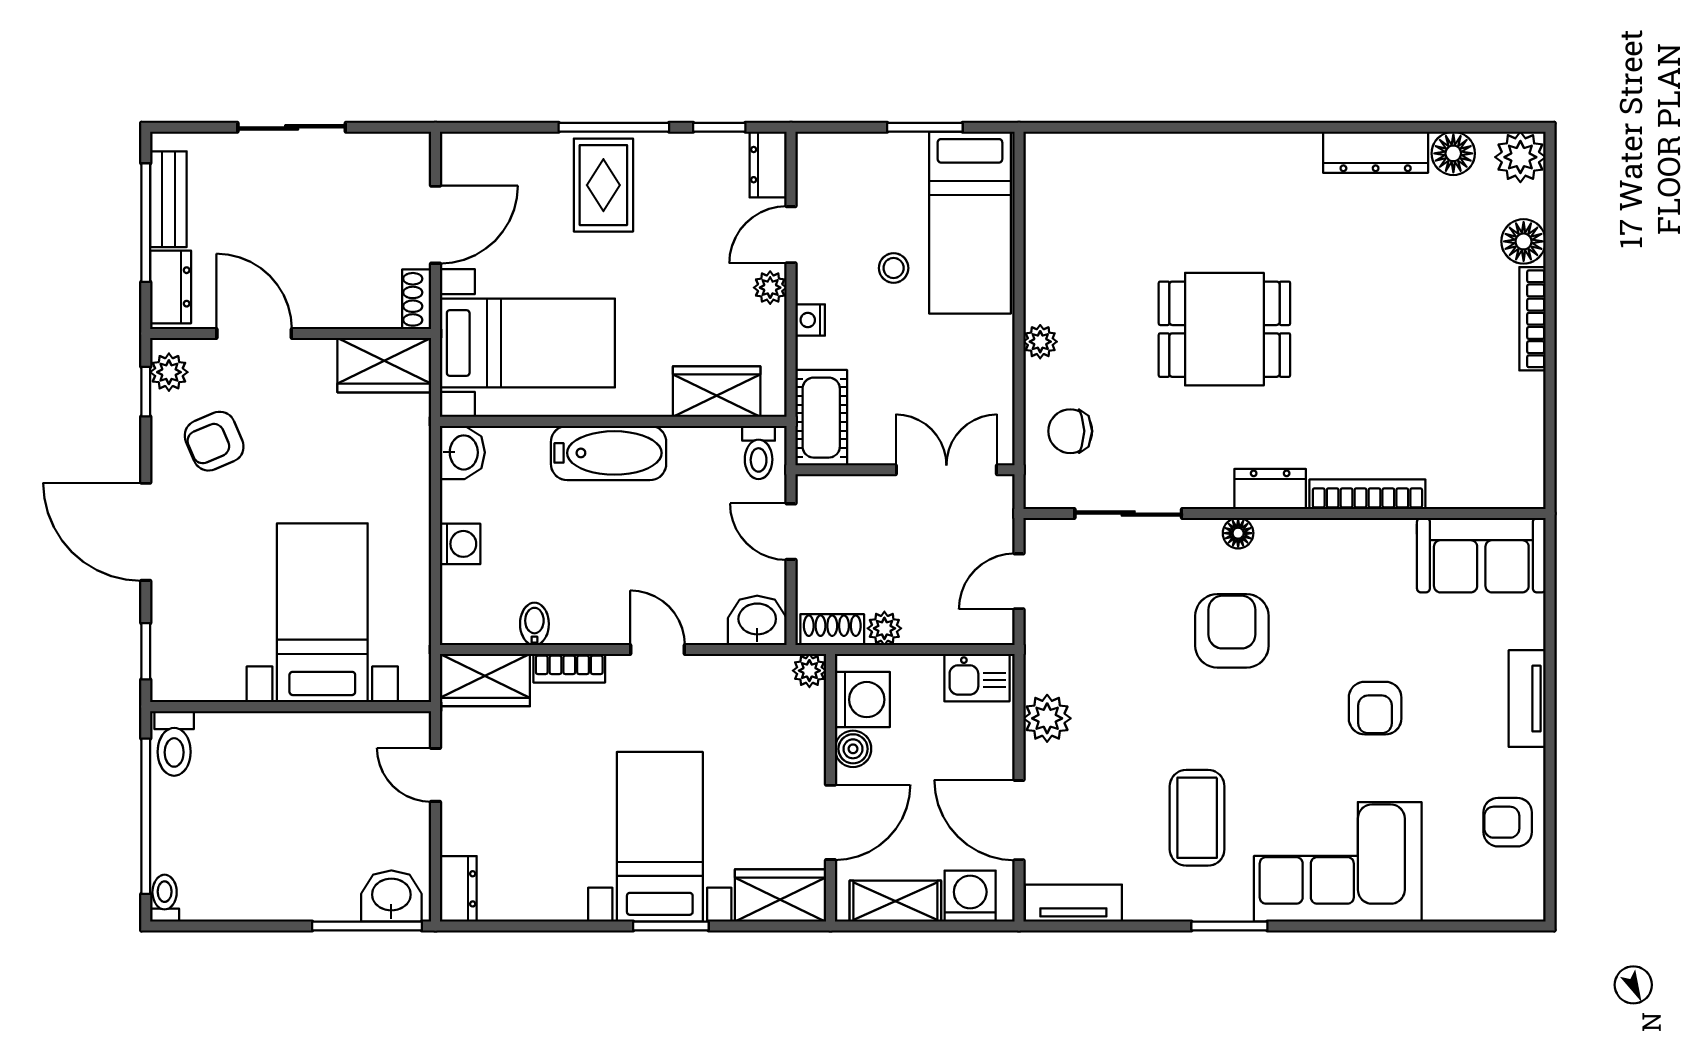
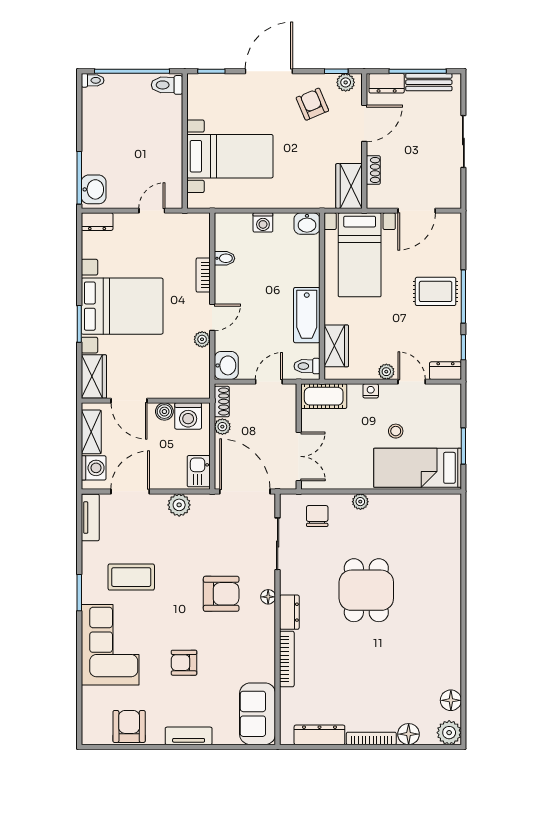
dresser: (1376, 152) -> (319, 735), moved, turned 90
door: (435, 225) -> (417, 211), hinge flipped
shoe rack: (417, 299) -> (373, 170), moved, turned 90
bathtub: (609, 453) -> (307, 315), moved
door: (1019, 581) -> (245, 491), width x1.87
plant: (809, 671) -> (202, 339), moved
wardrobe: (485, 680) -> (197, 234), removed
armchair: (1508, 822) -> (129, 726), width x1.38, depth x1.38
bed with nightstands: (660, 837) -> (122, 306), width x1.36

